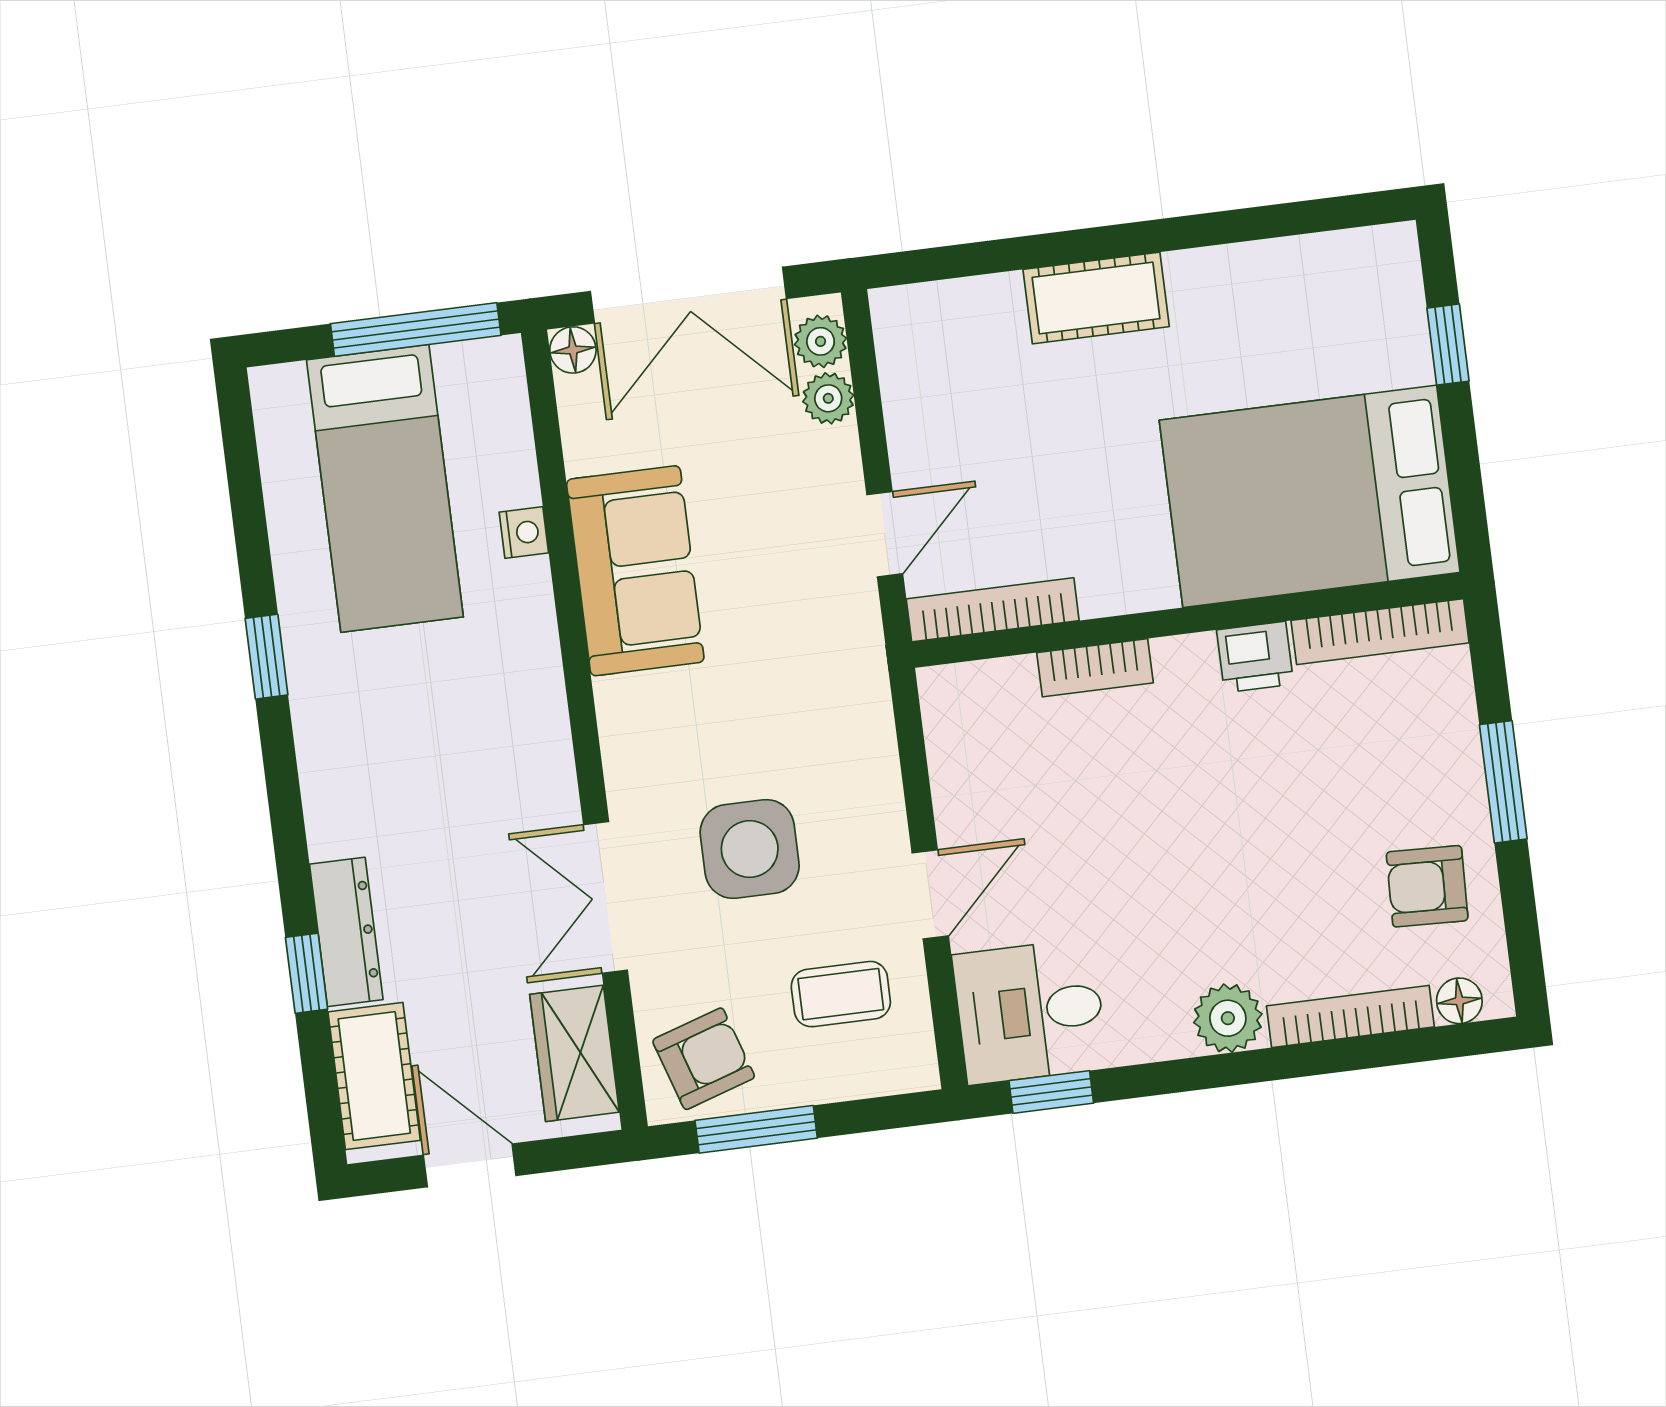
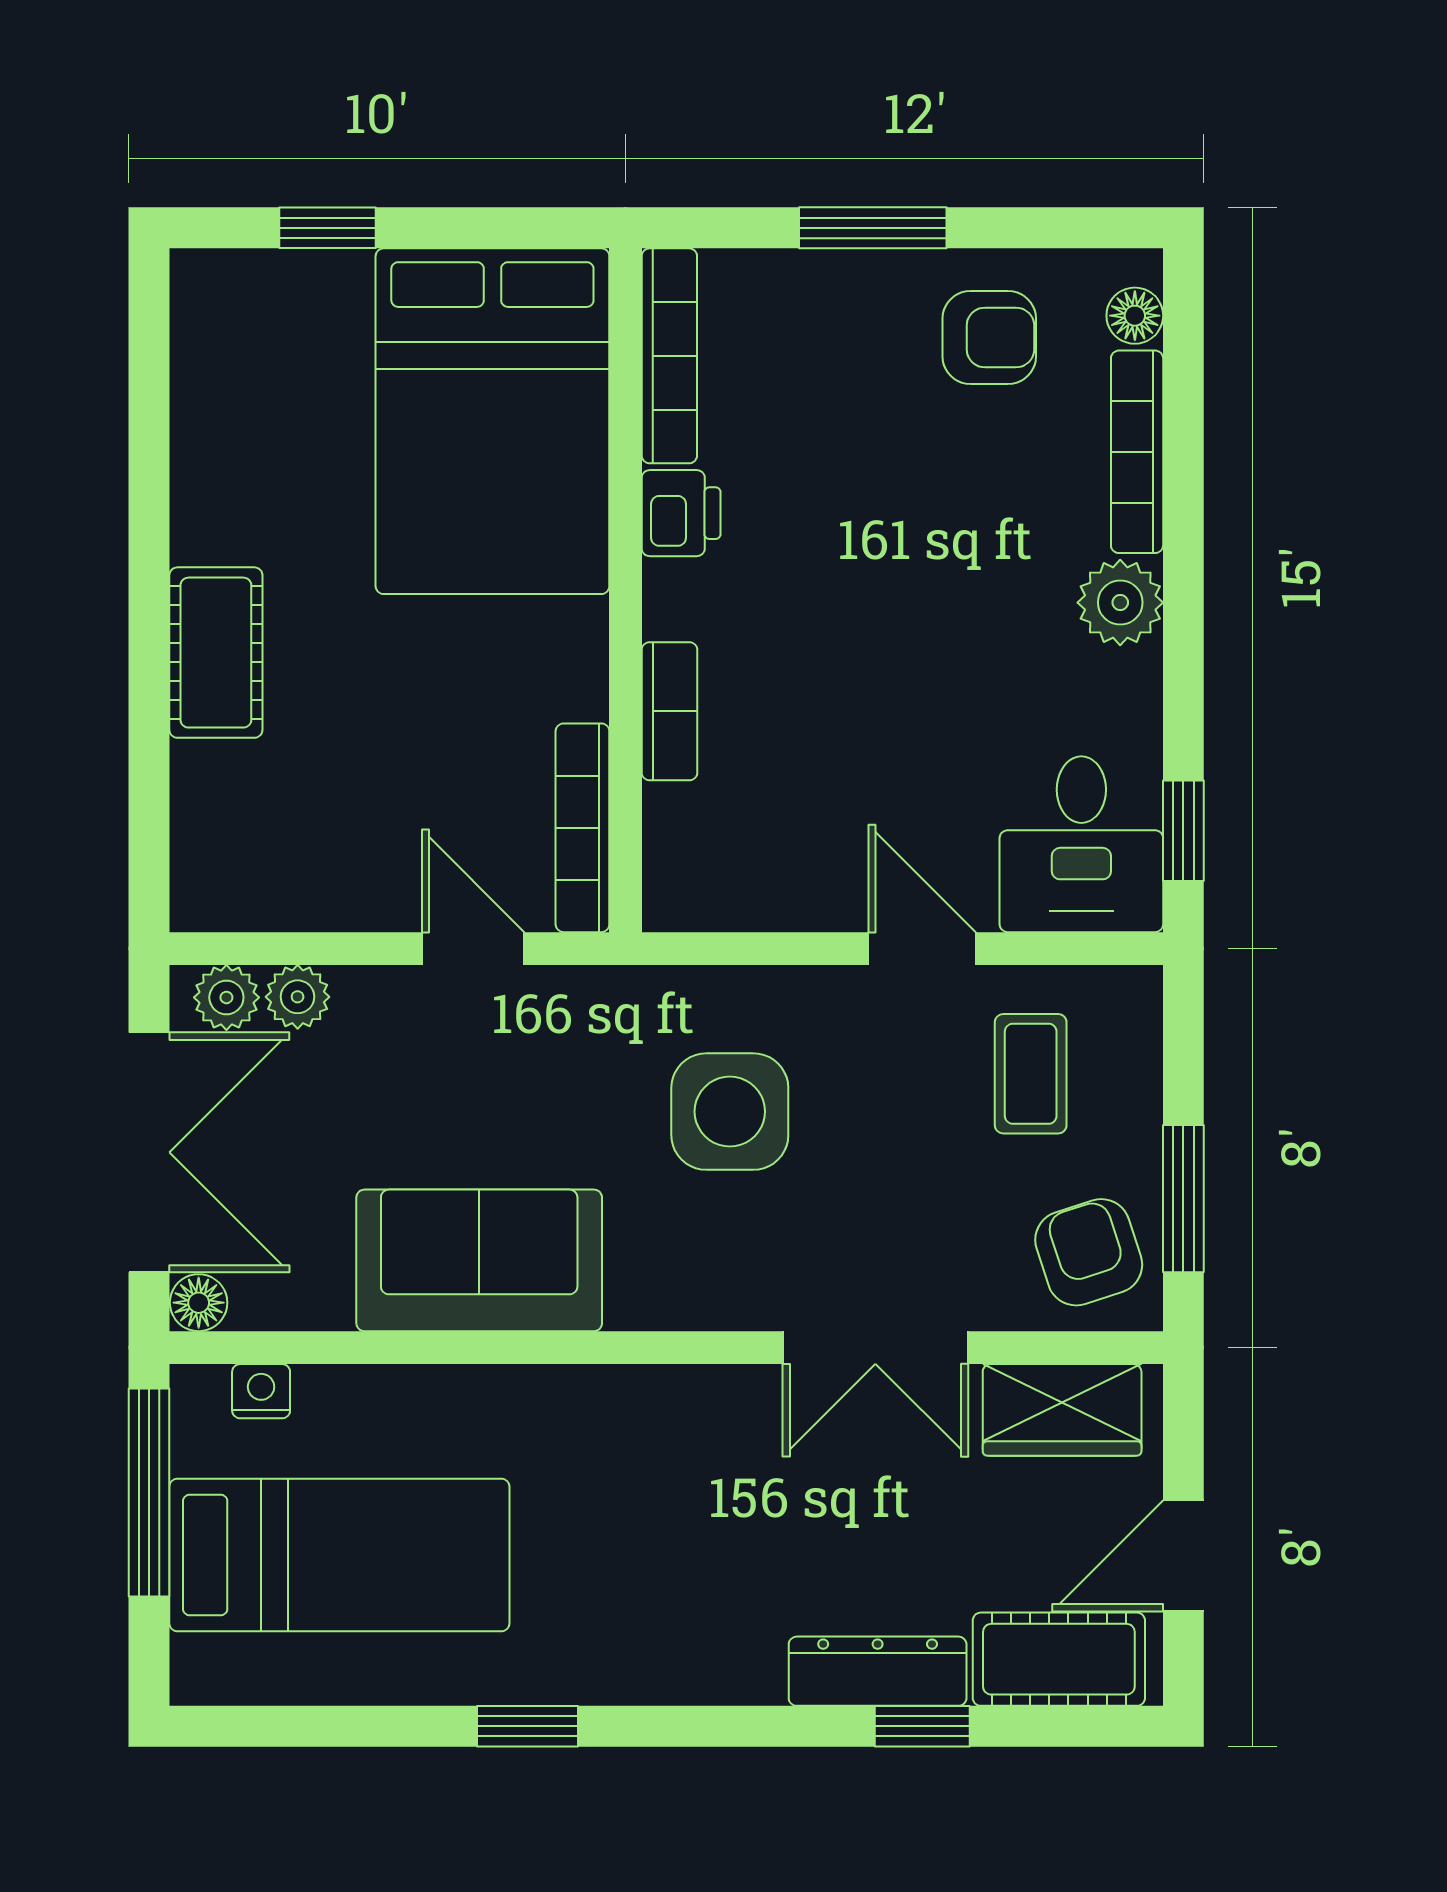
nightstand: (524, 532) -> (261, 1391), moved
side table: (750, 849) -> (730, 1112), moved
armchair: (1427, 886) -> (989, 337), turned -92

